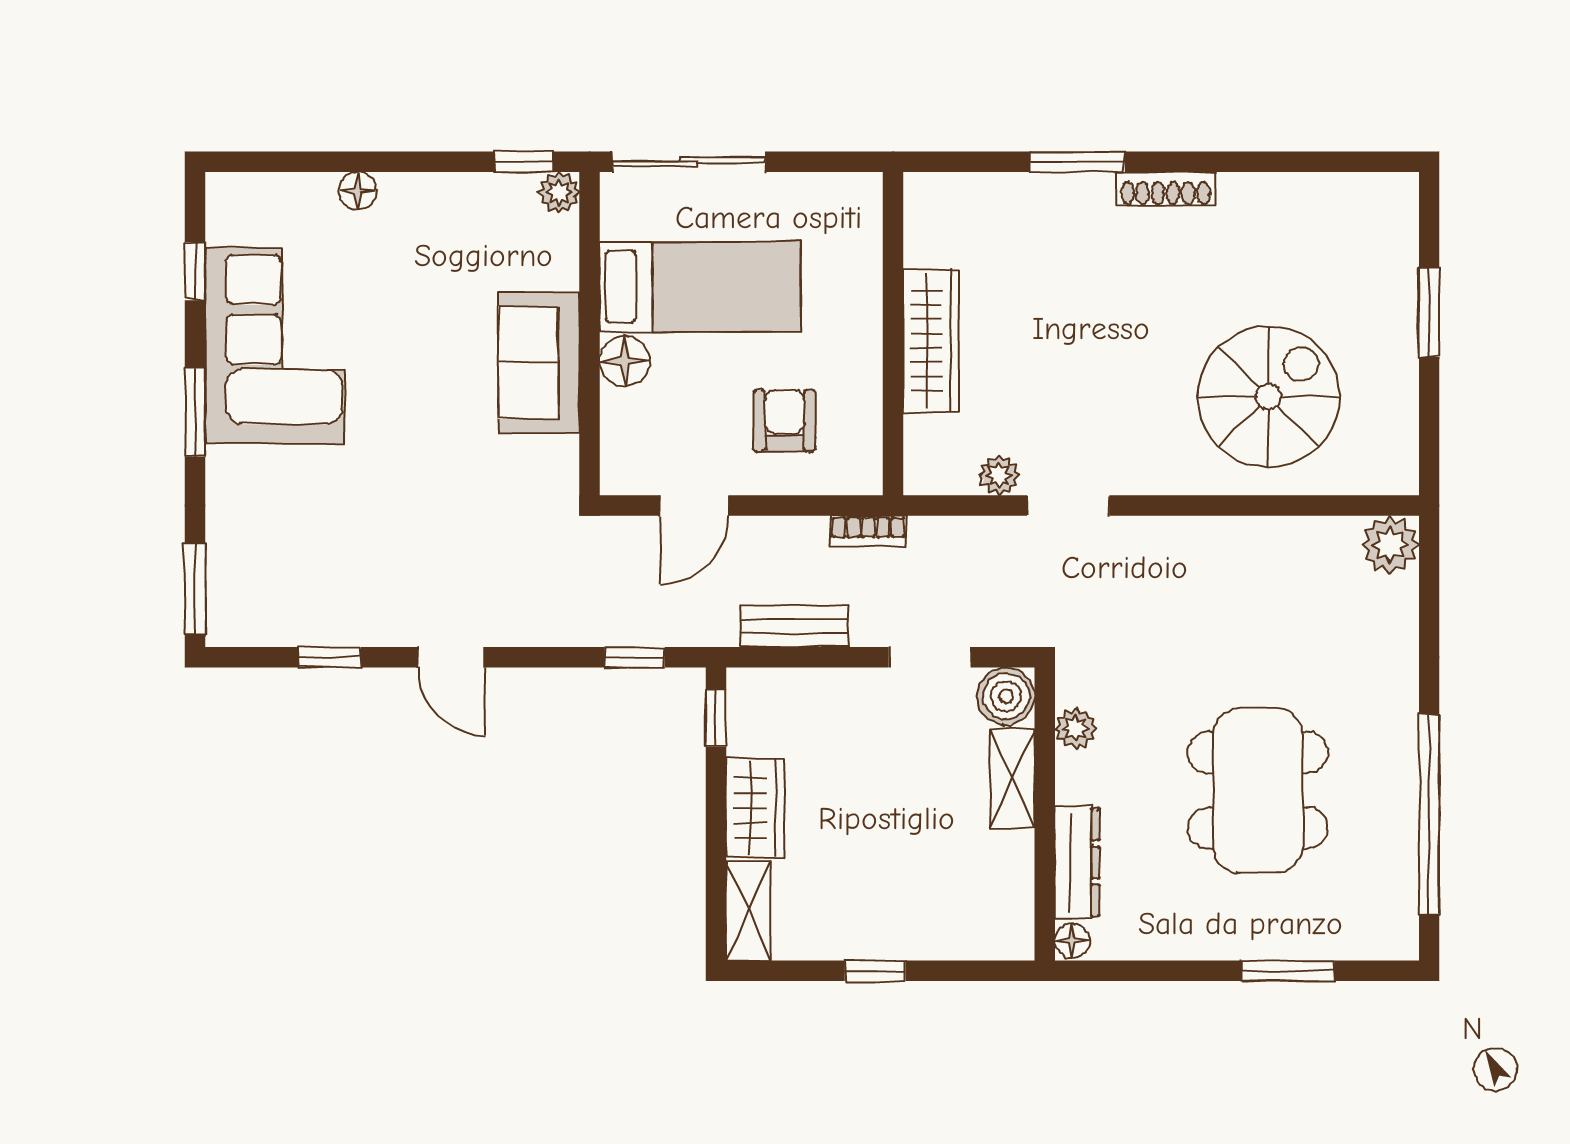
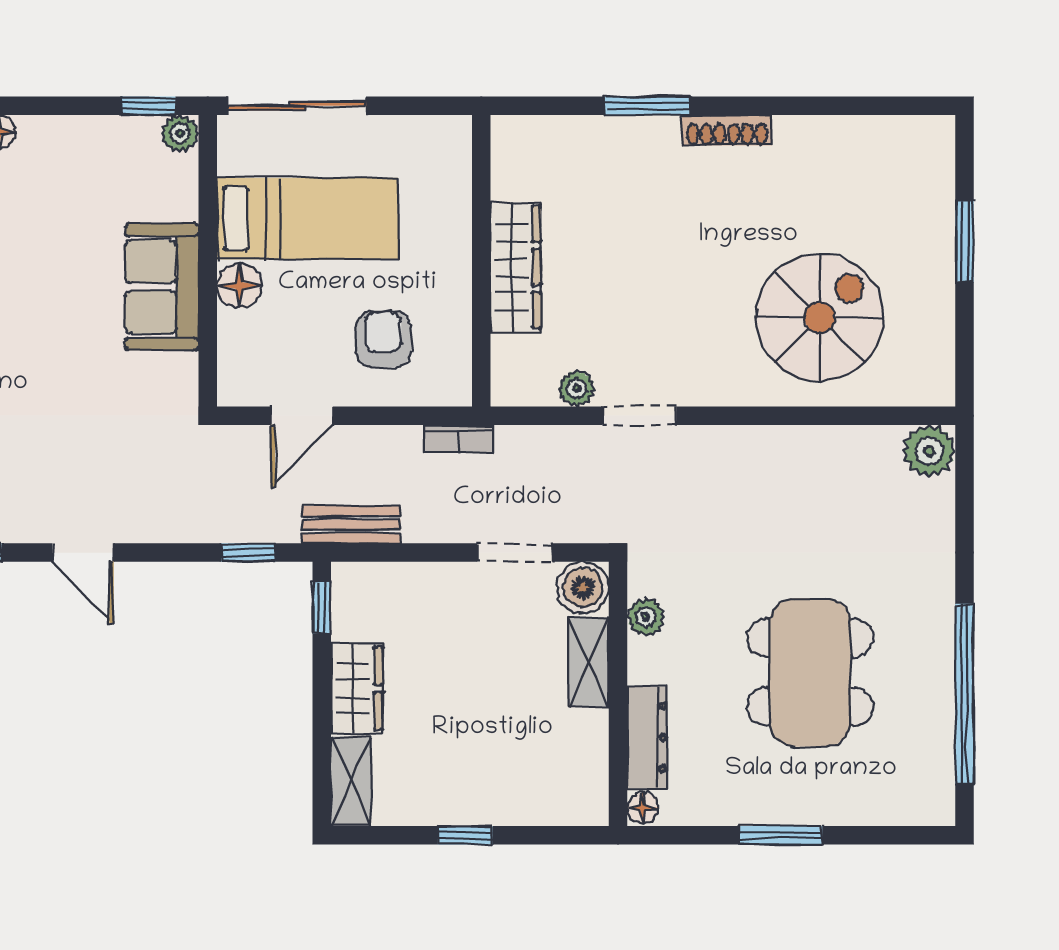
bench: (794, 626) -> (351, 525), moved
window: (1288, 971) -> (781, 835), moved

